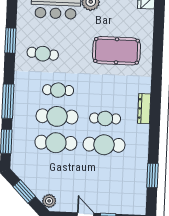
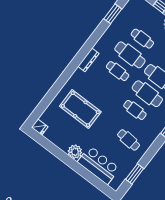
window: (10, 41) -> (135, 174), moved
cafe table: (103, 171) -> (142, 39), added

